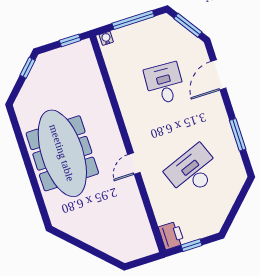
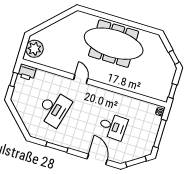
desk: (193, 171) -> (54, 109), turned 36
plant: (136, 246) -> (34, 49), added

